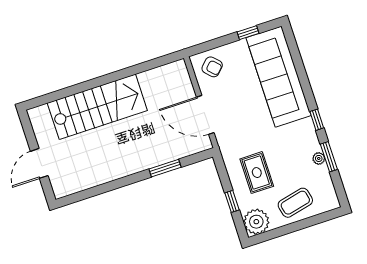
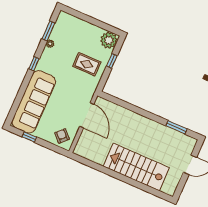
window: (329, 157) -> (48, 31), moved
window: (165, 168) -> (176, 127), moved
rug: (257, 173) -> (87, 64), turned 90
coffee table: (295, 203) -> (81, 32), removed

